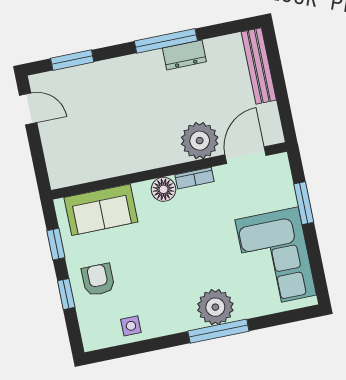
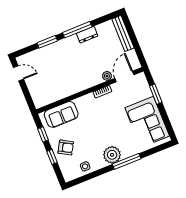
window: (72, 60) -> (47, 42), moved
plant: (200, 141) -> (107, 76), width x0.53, depth x0.53
floor lamp: (164, 189) -> (89, 100), removed
armchair: (98, 280) -> (66, 147), turned 120
plant: (215, 307) -> (112, 155), moved

